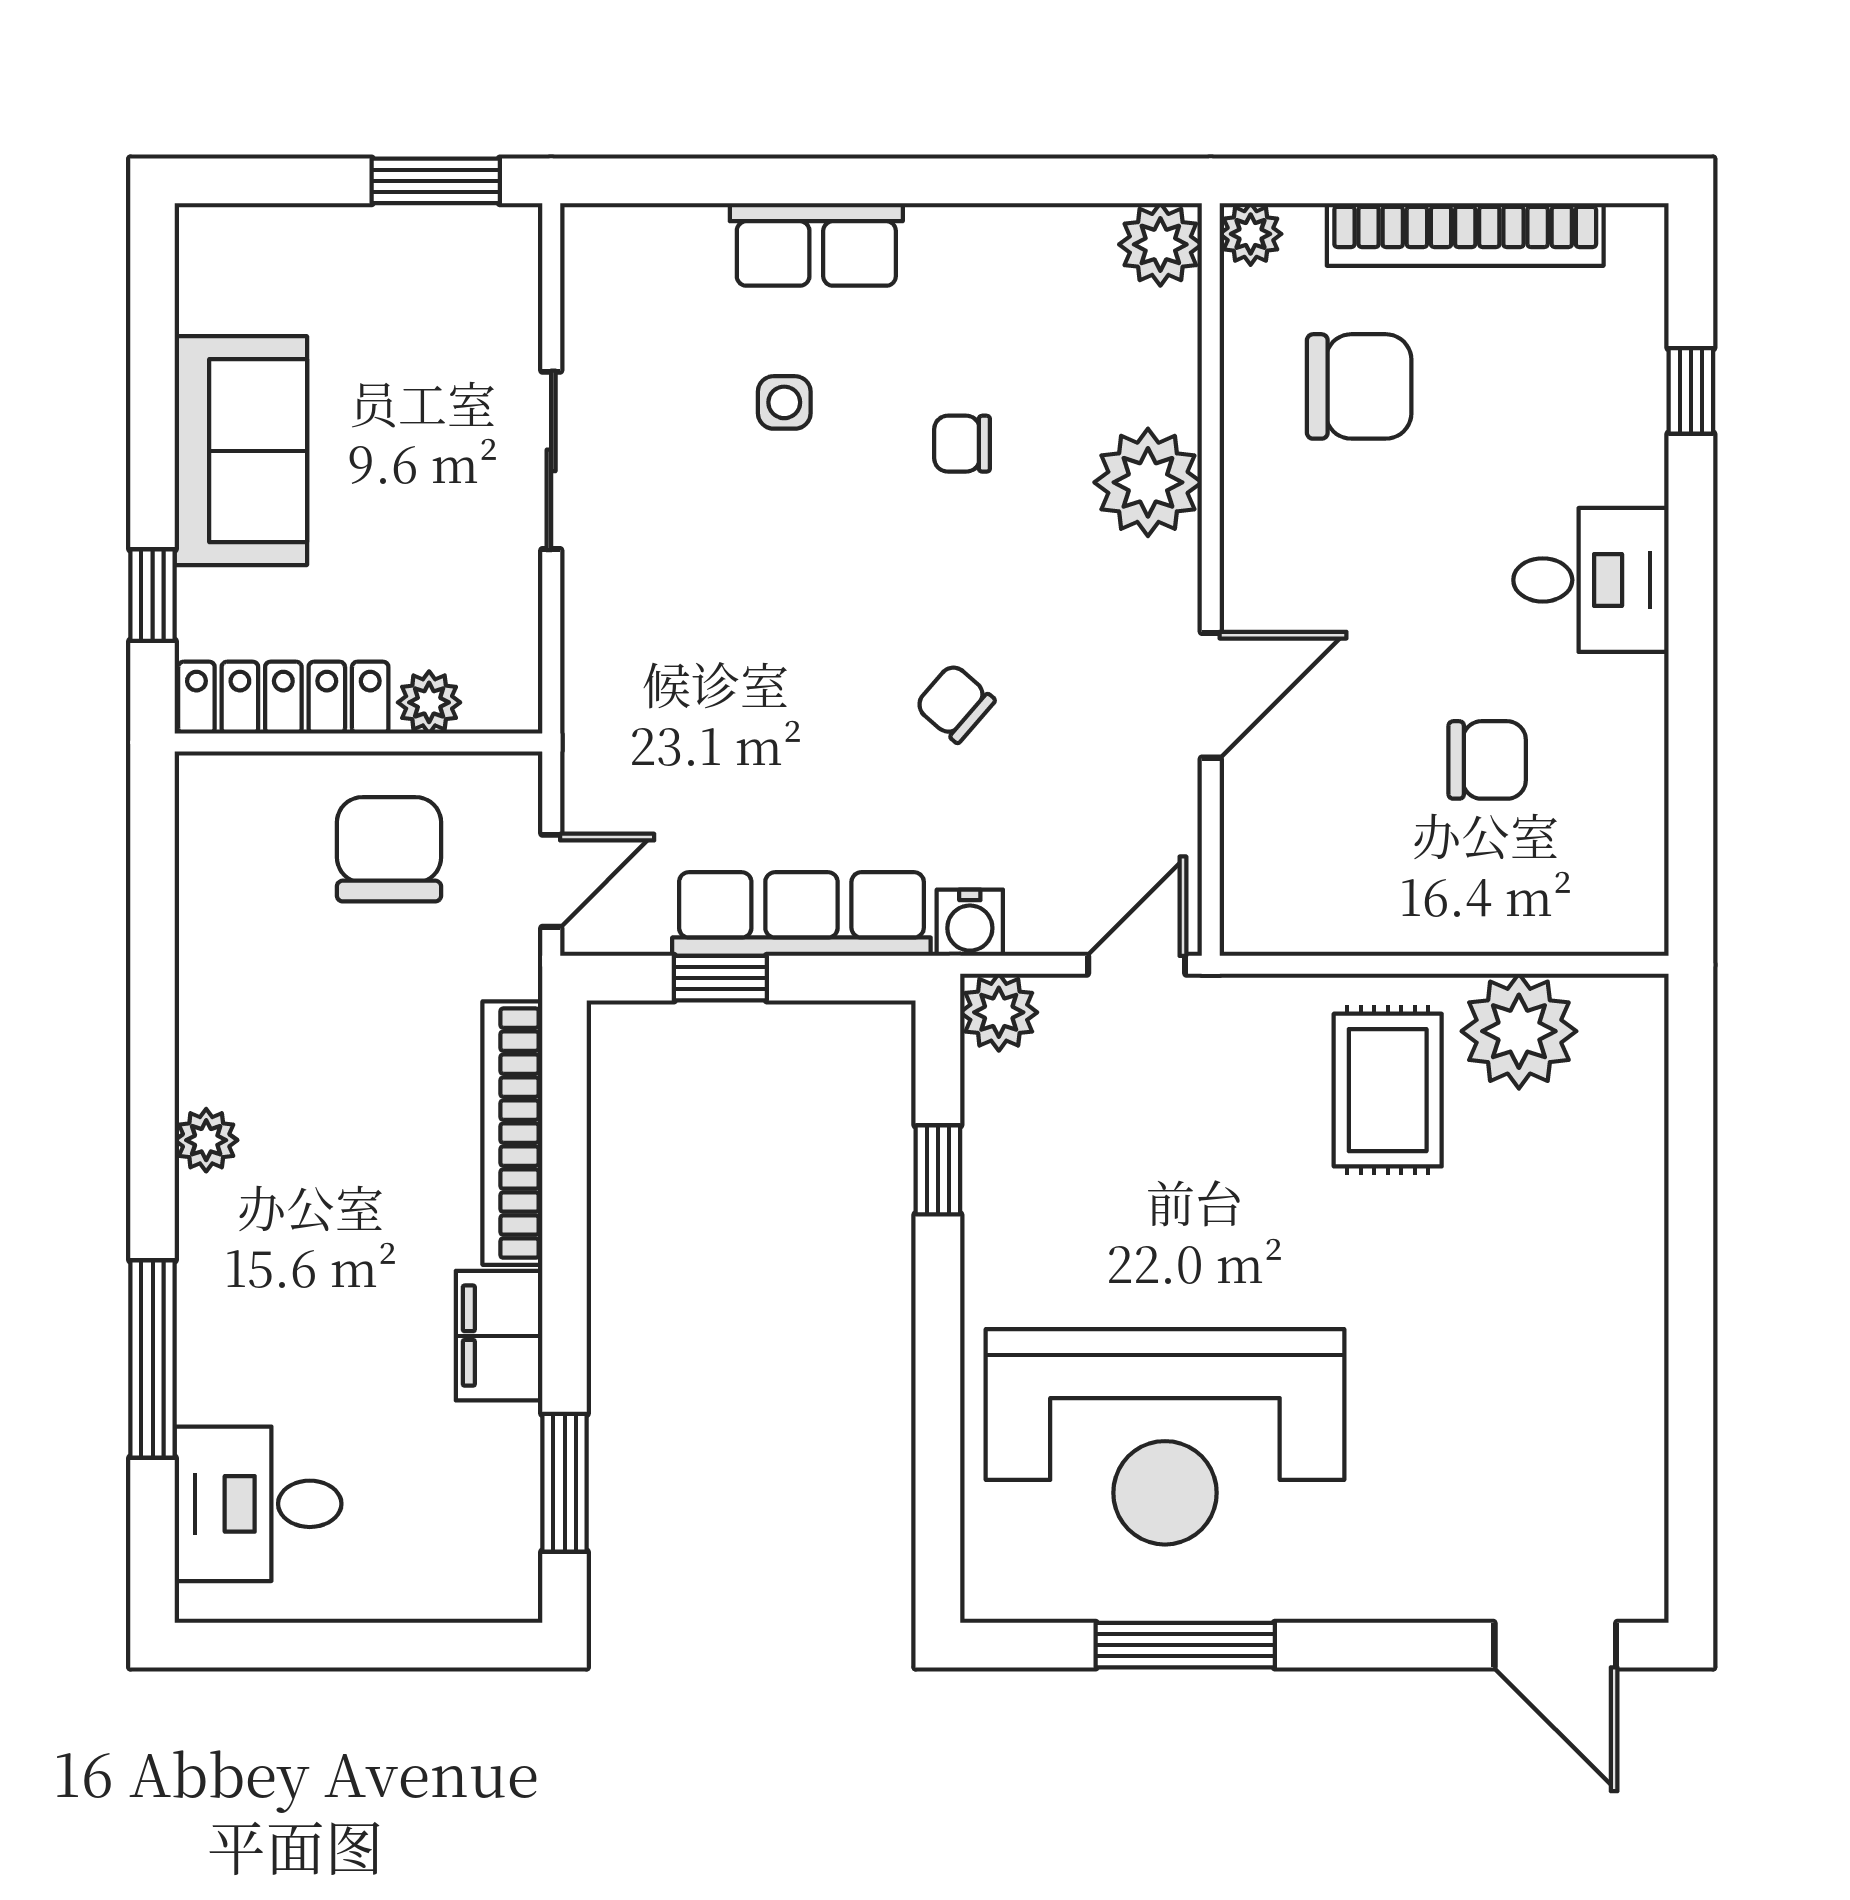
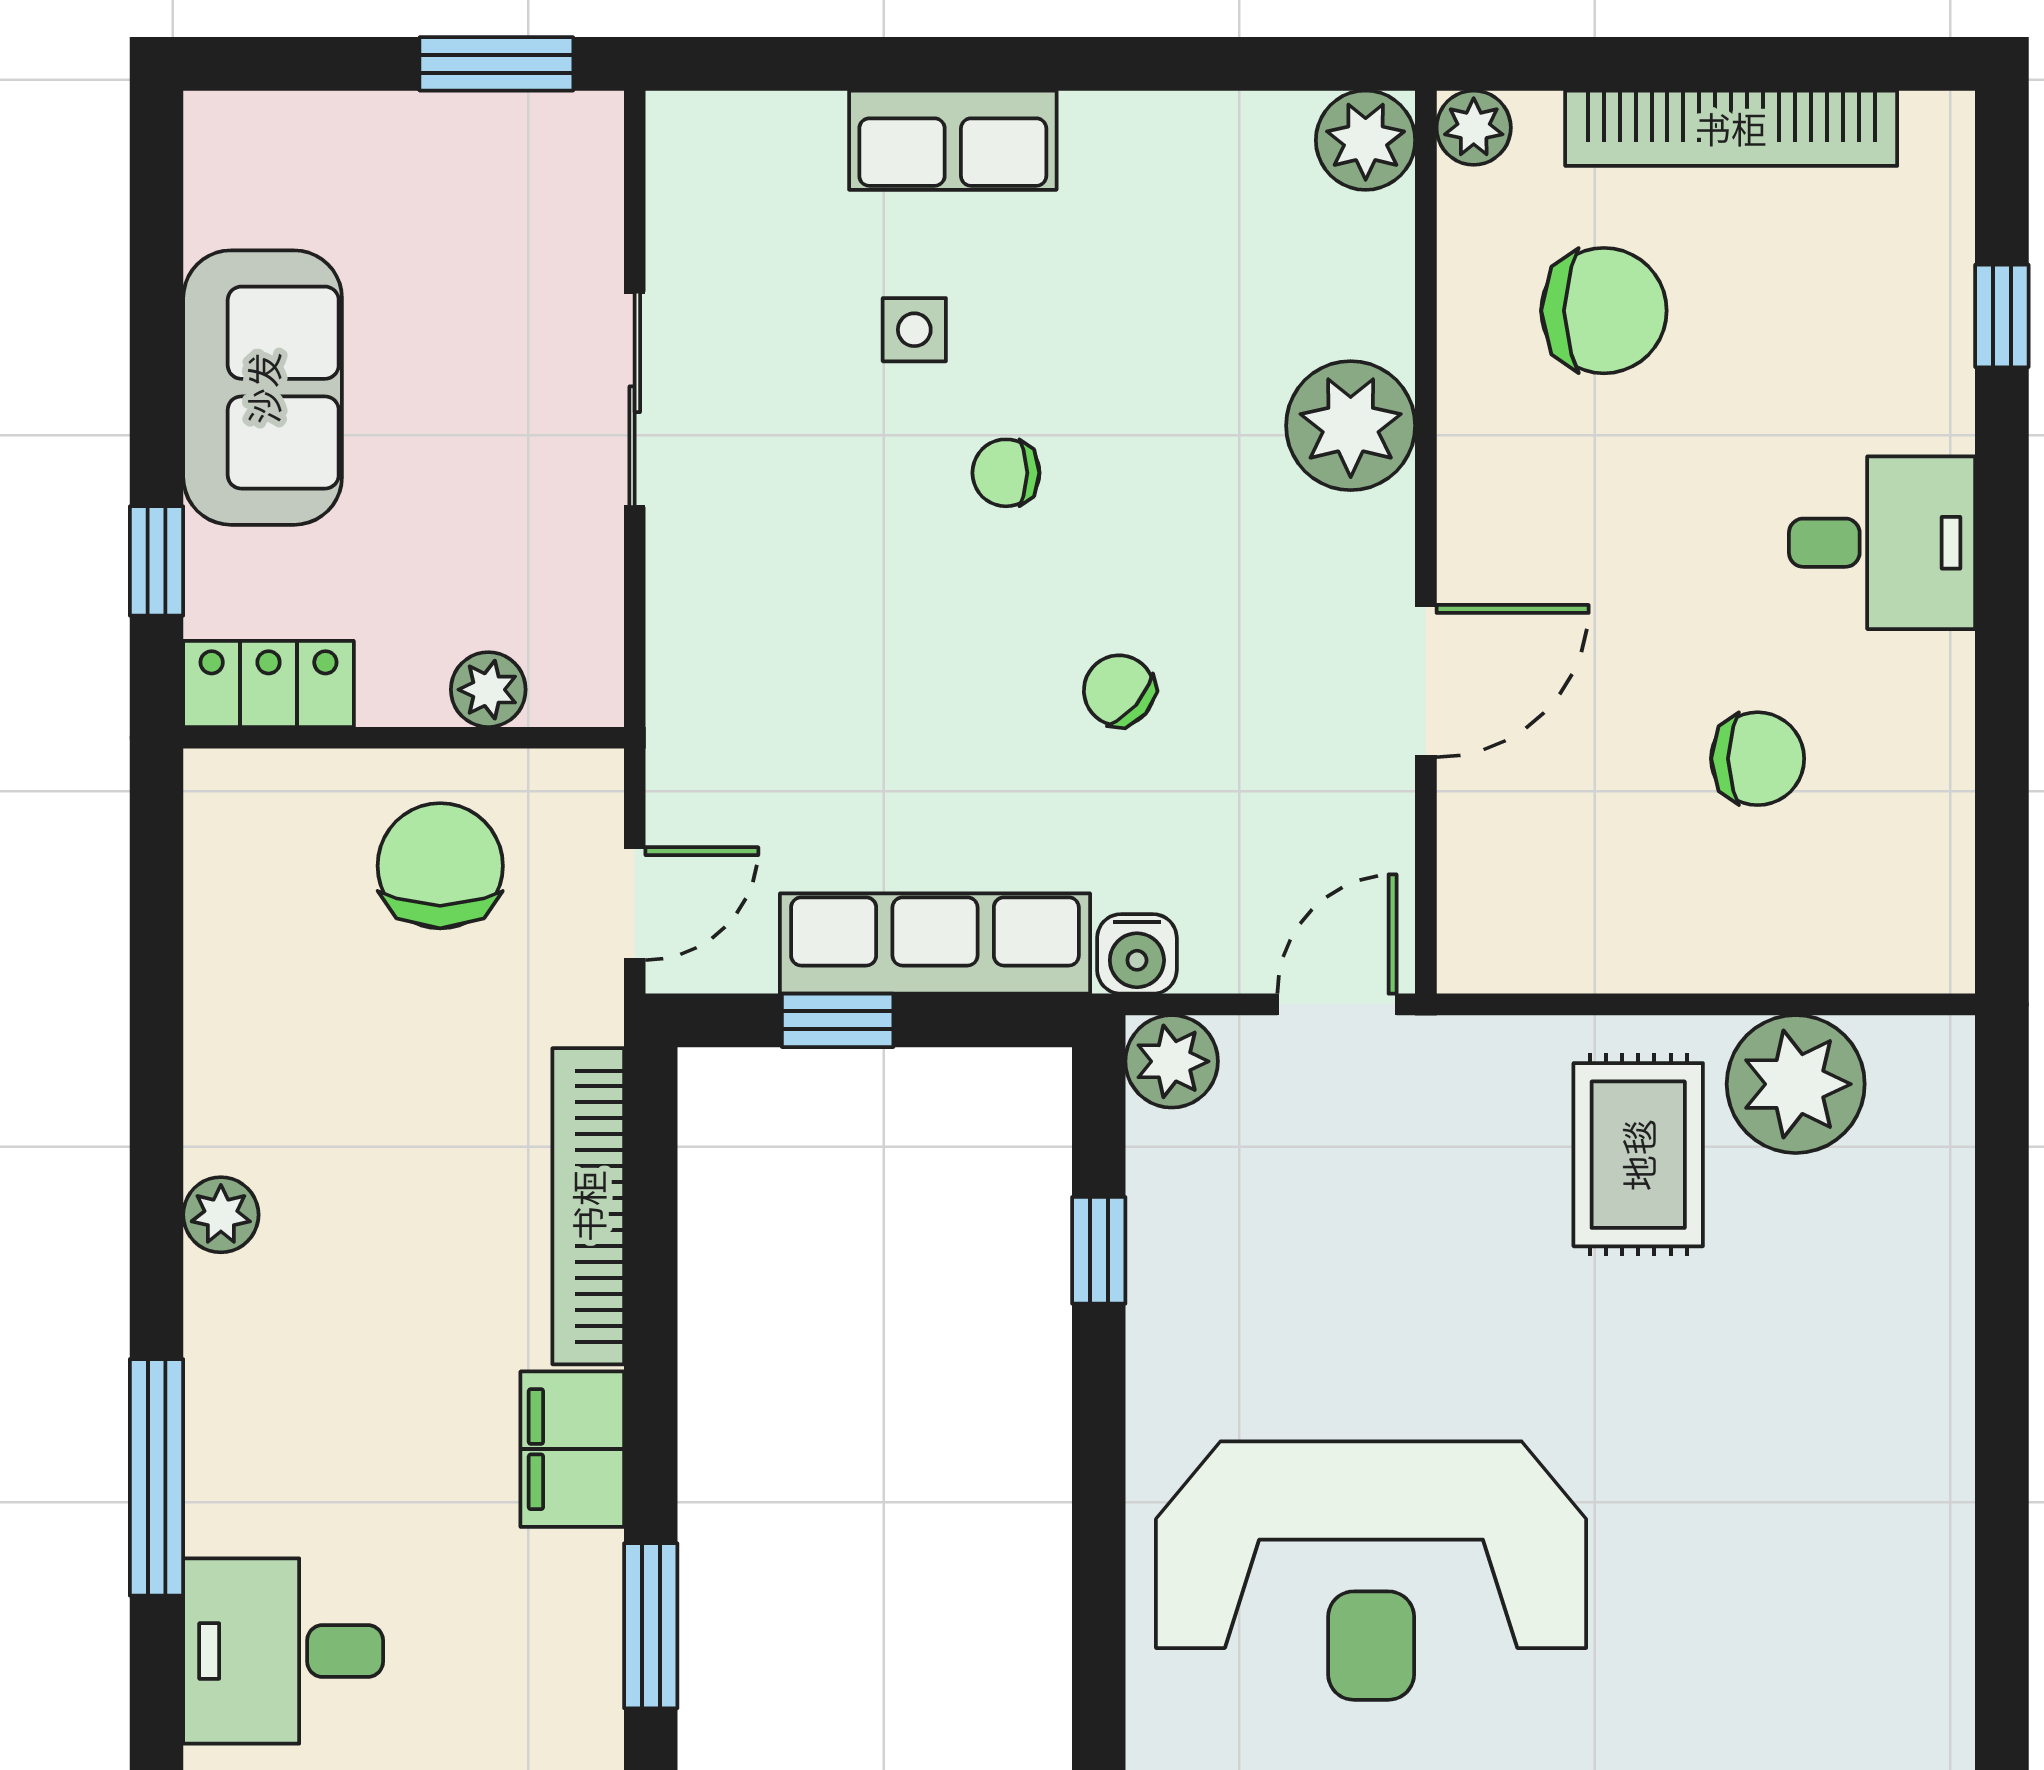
chair: (962, 444) -> (1006, 473), moved
locker: (283, 698) -> (269, 684), width x0.66

